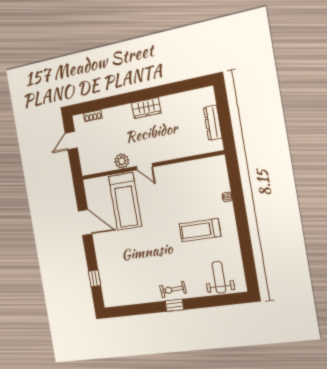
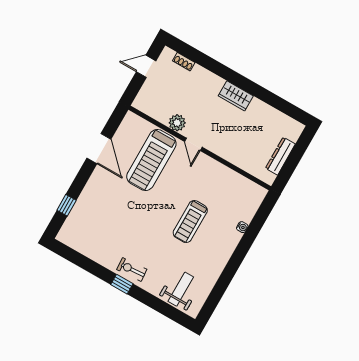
treadmill: (200, 230) -> (190, 222), moved, turned -90

